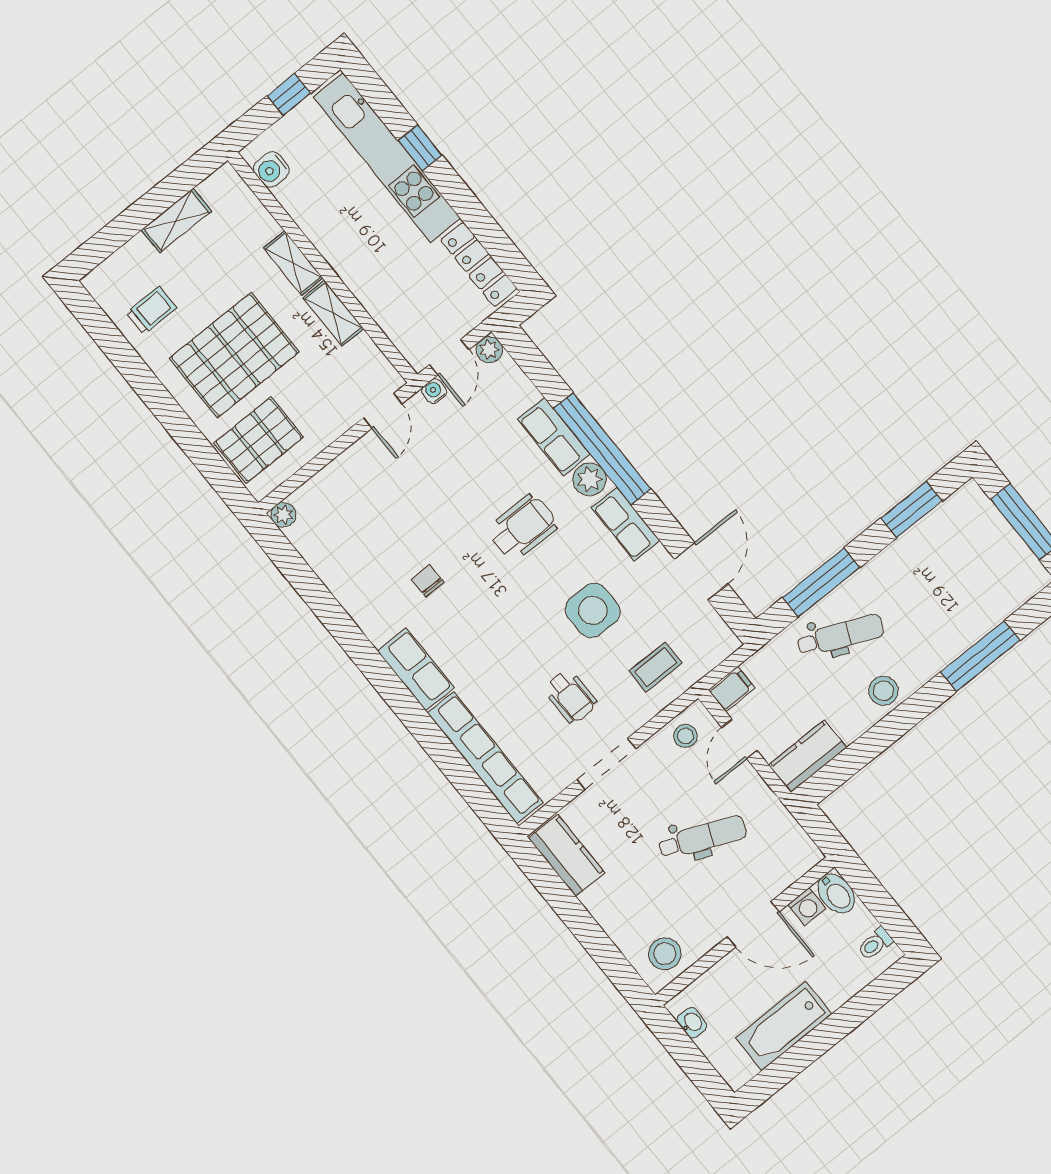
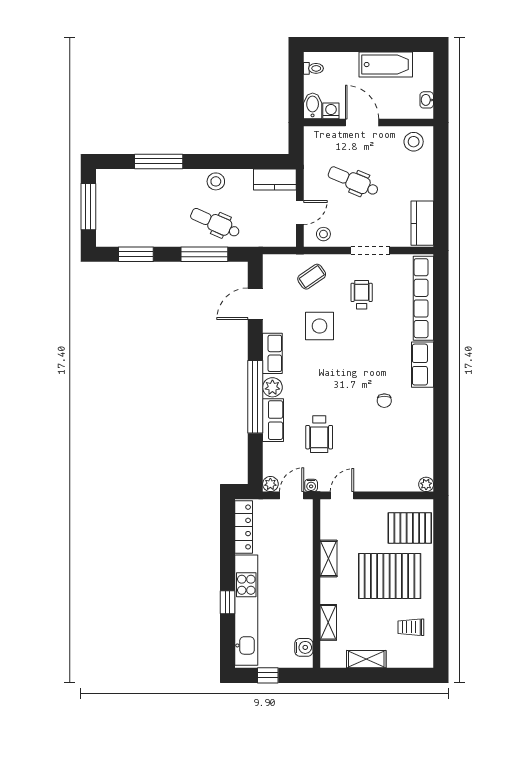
shelving: (293, 263) -> (328, 622), moved
wheelchair: (523, 528) -> (319, 434), moved, turned -90
coffee table: (656, 667) -> (312, 277), turned -35
filing cabinet: (732, 689) -> (285, 238), removed

